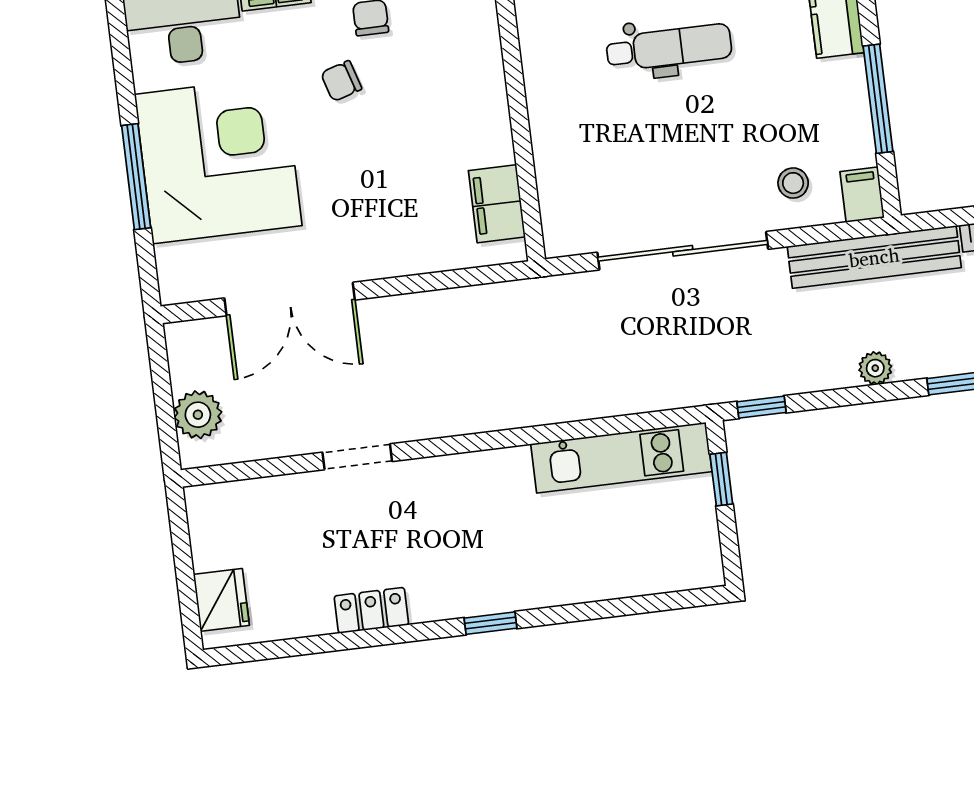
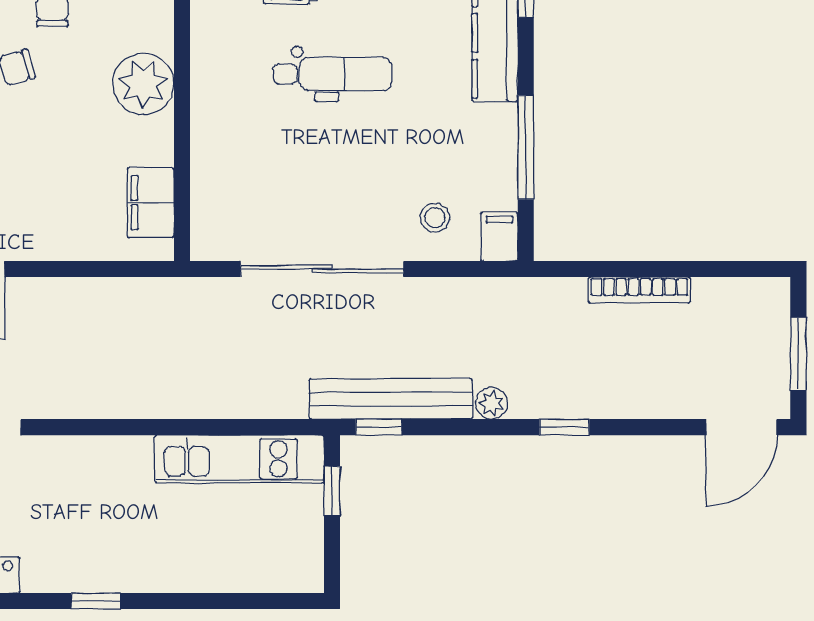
plant: (474, 82) -> (143, 84), added
bench: (874, 257) -> (391, 399), moved

